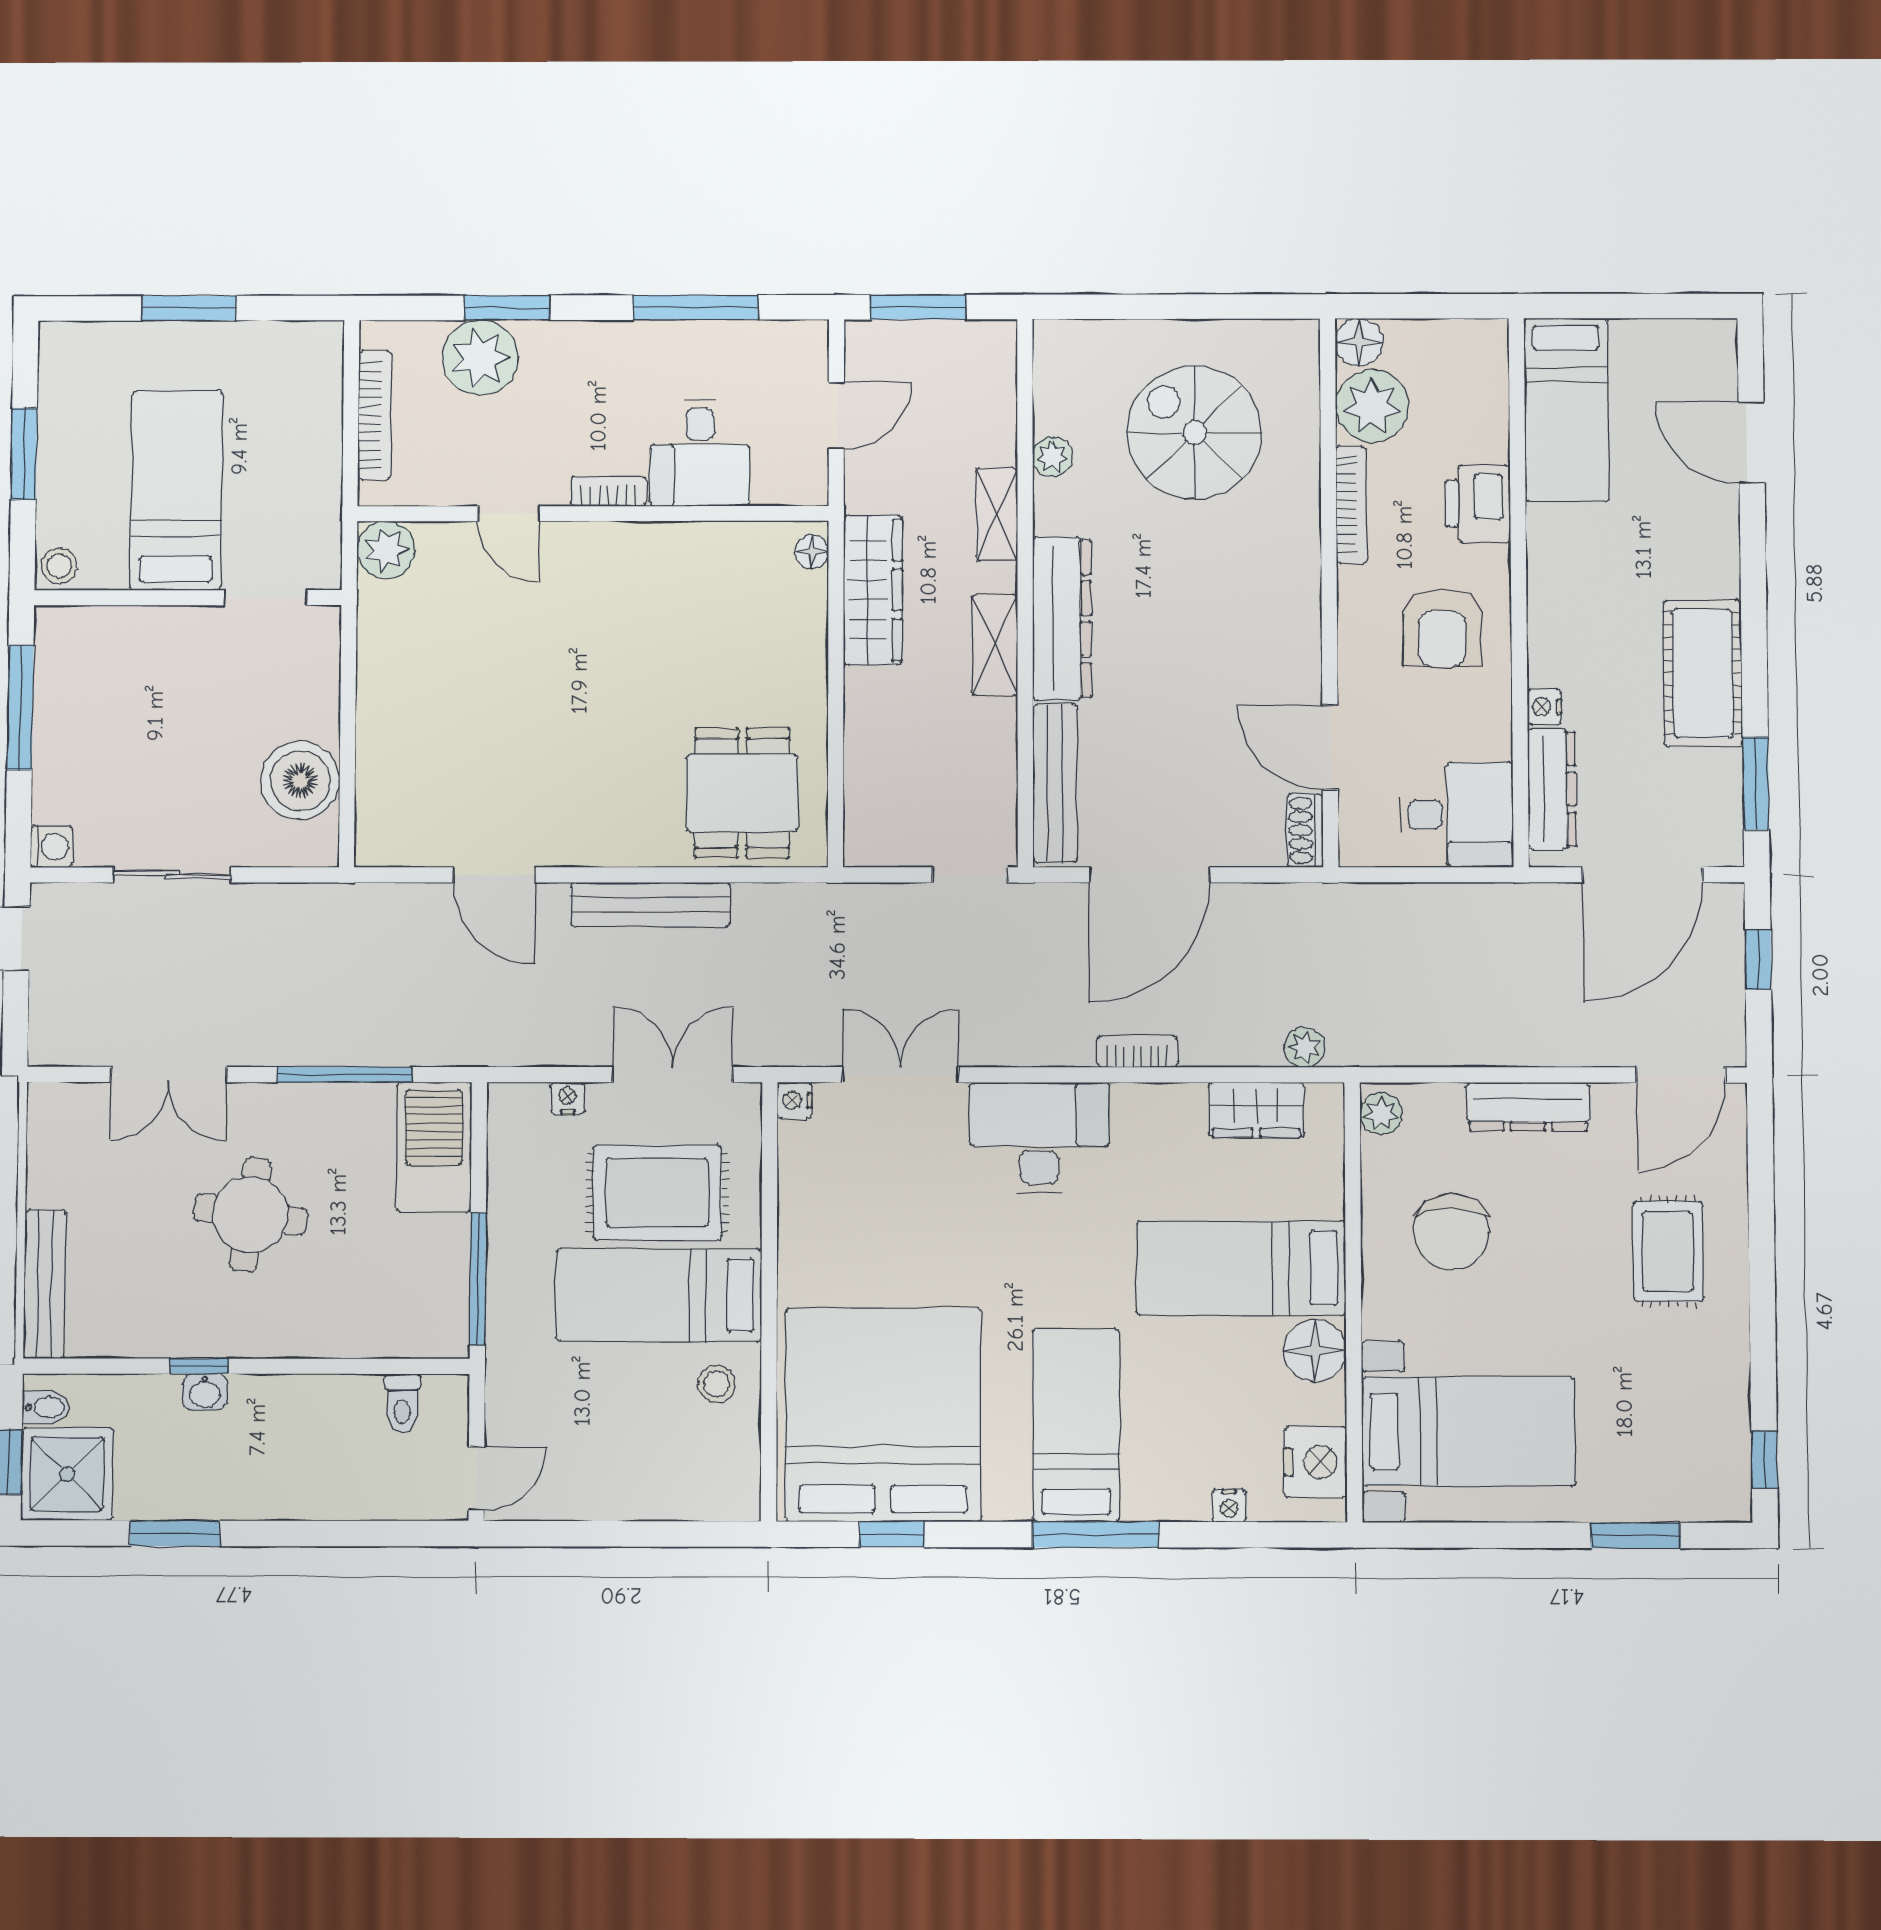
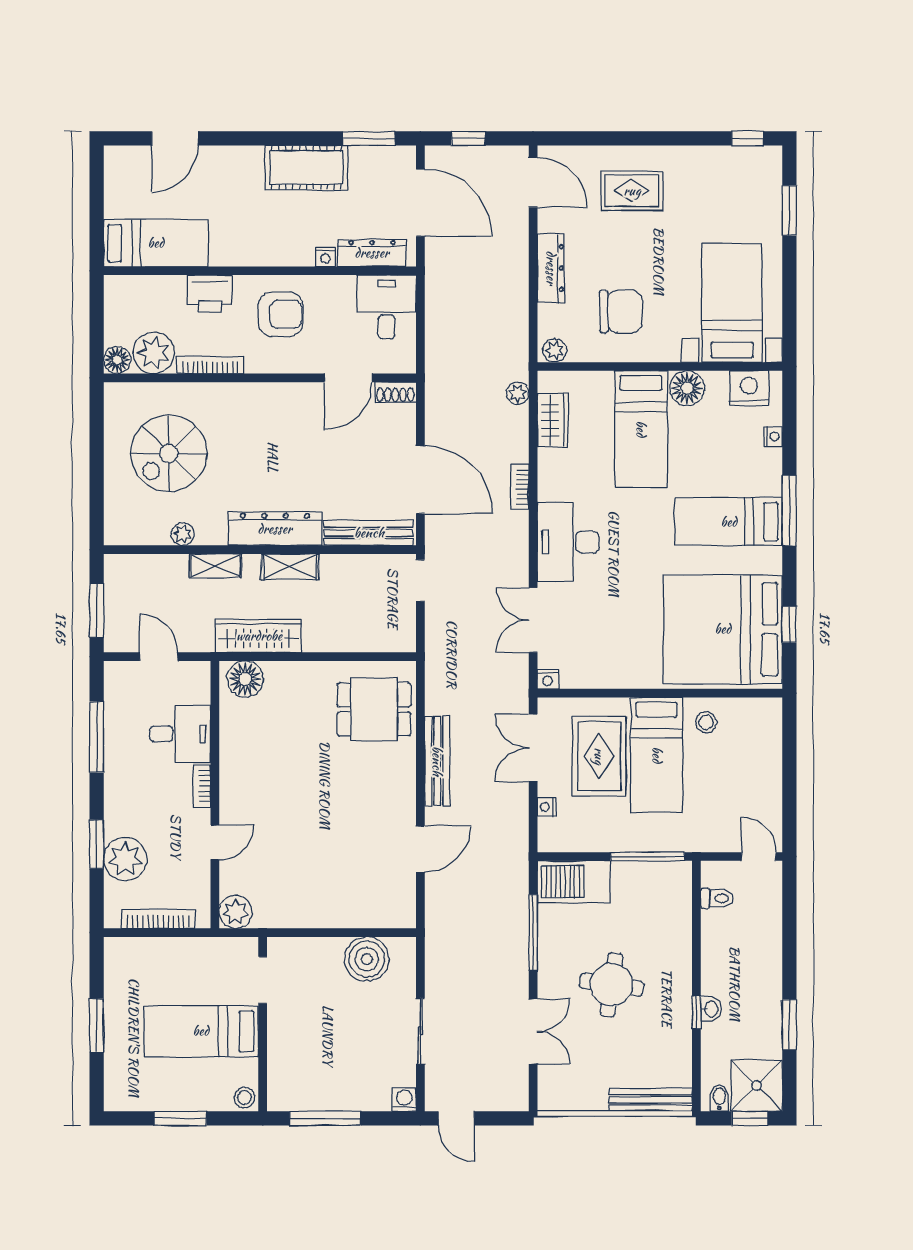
floor lamp: (812, 551) -> (245, 679), width x1.89, depth x1.89

